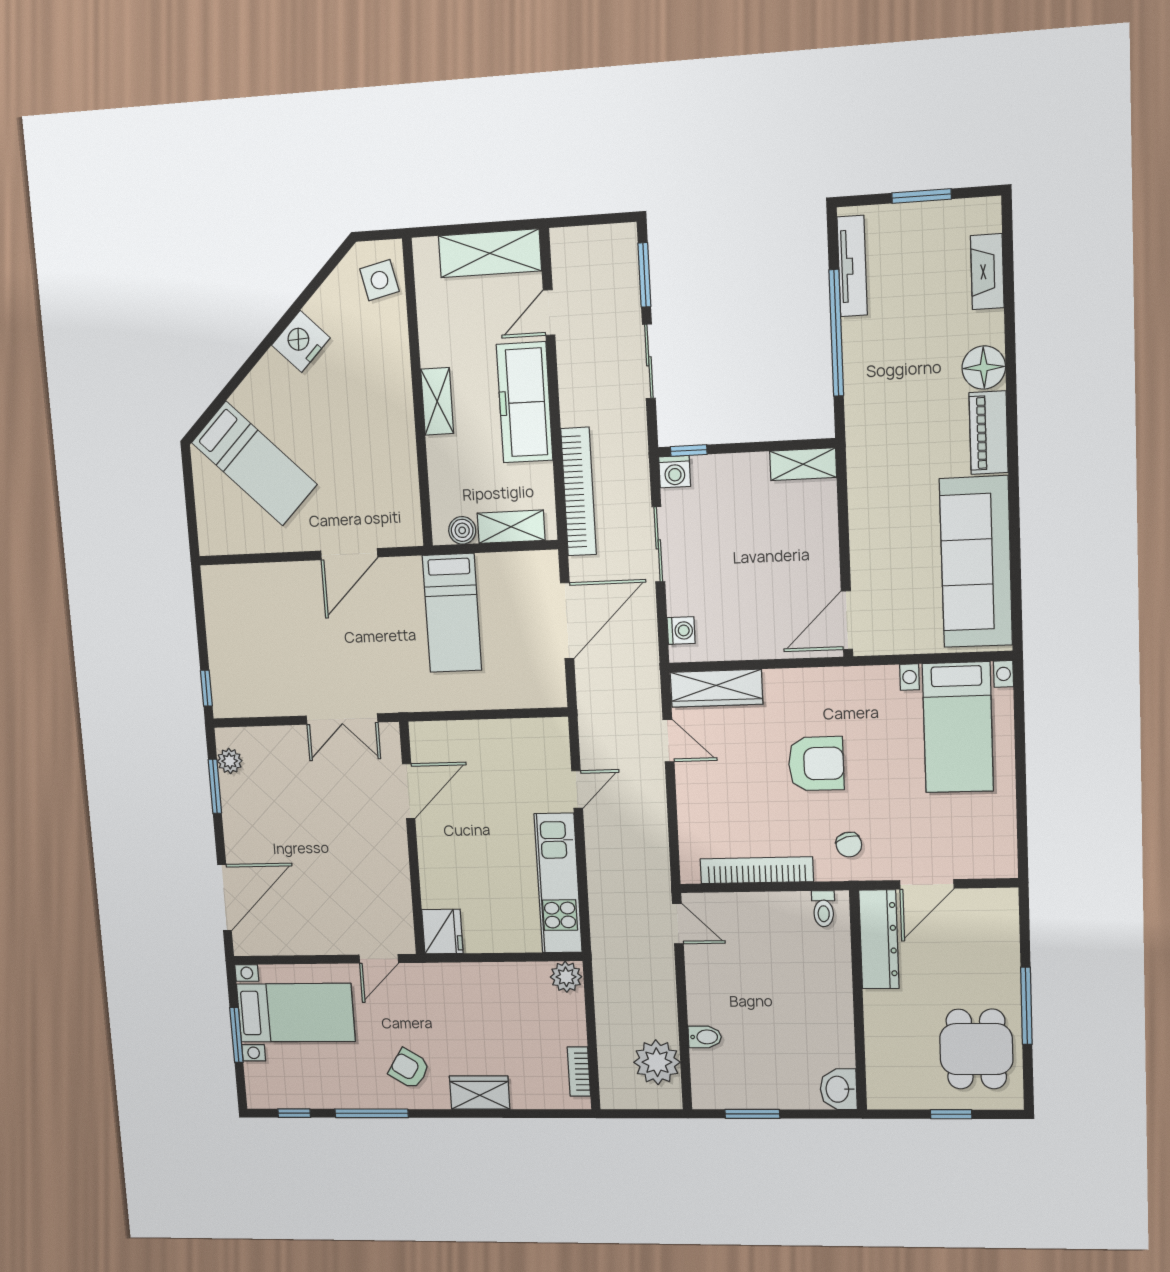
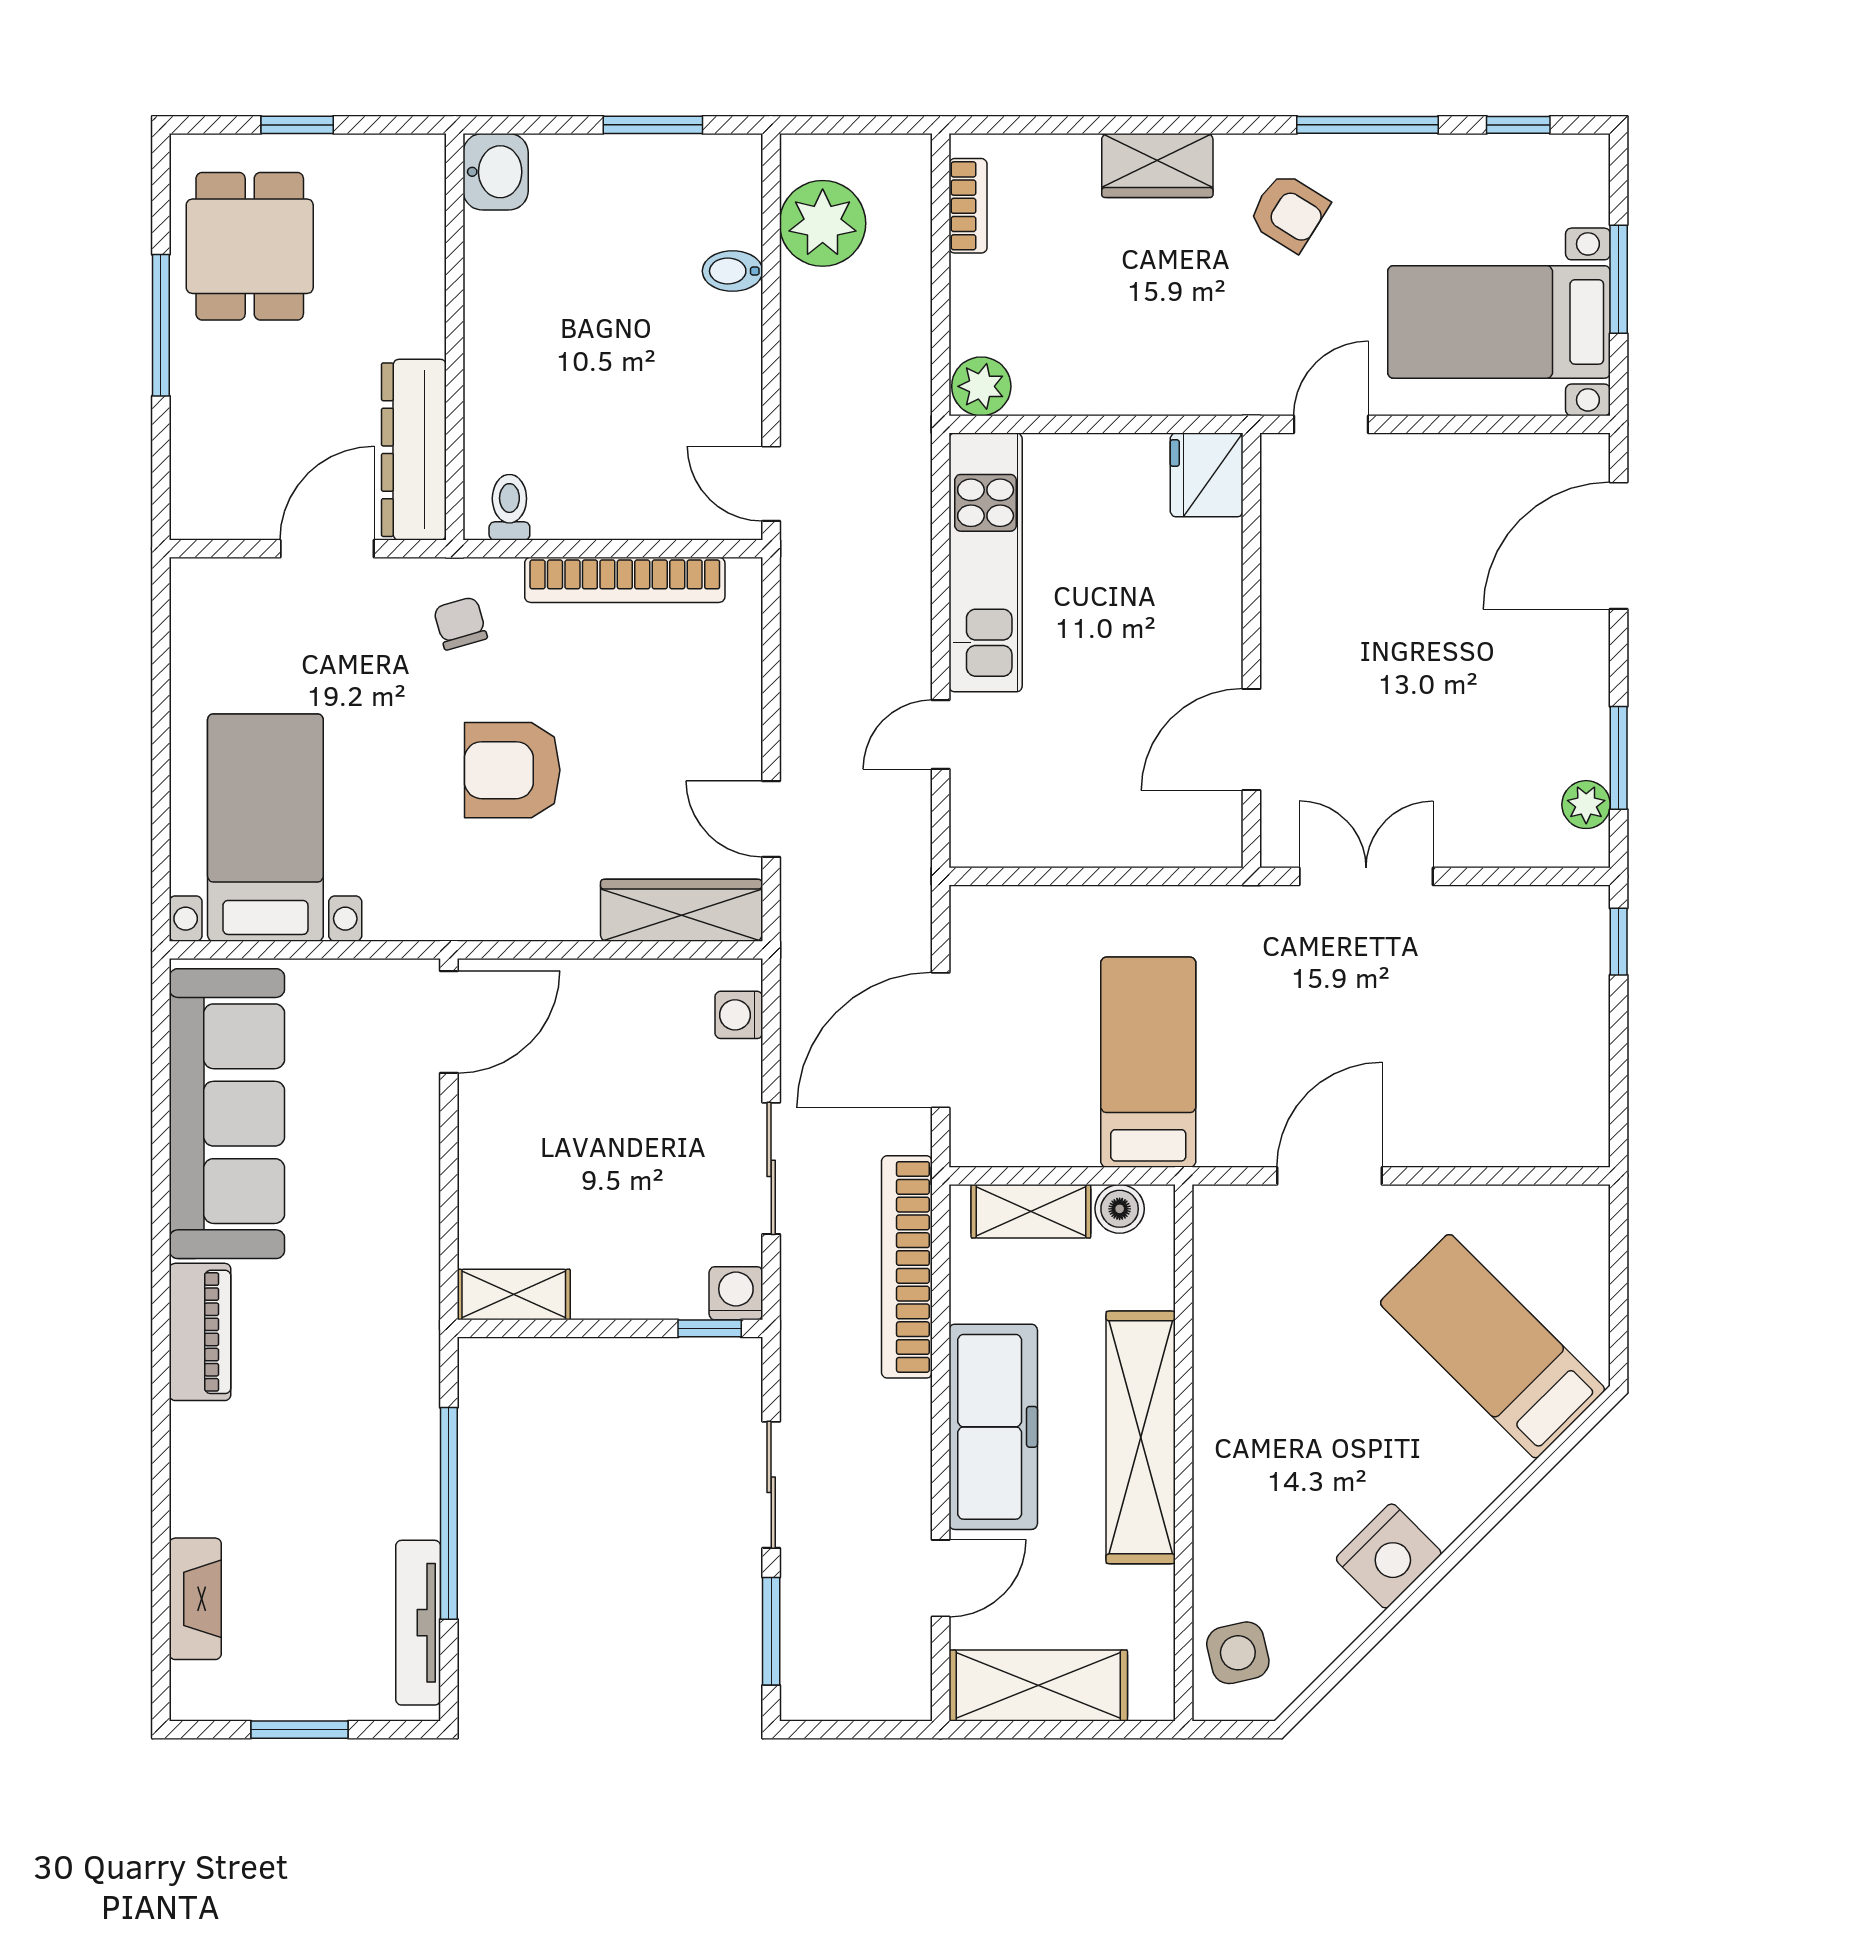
floor lamp: (984, 368) -> (205, 1441), removed
shelving: (437, 401) -> (1141, 1437), width x2.20, depth x1.33

